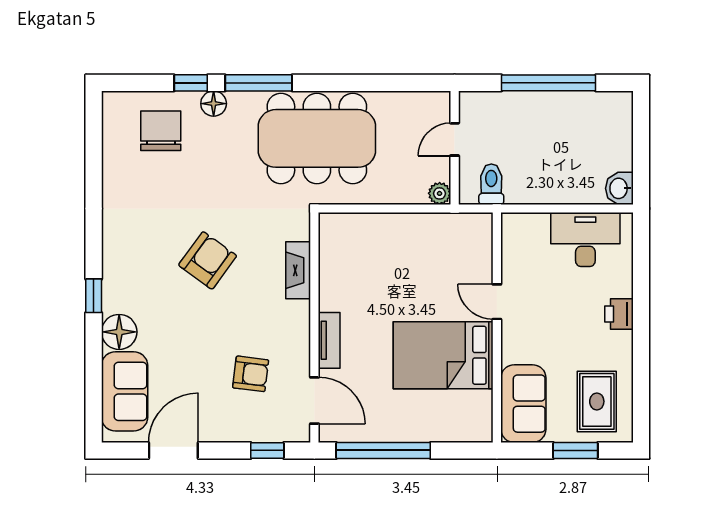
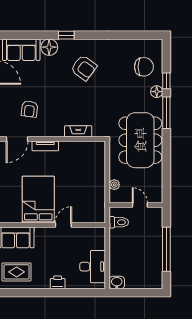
plant: (440, 193) -> (114, 185), moved
armchair: (208, 260) -> (84, 68), moved

